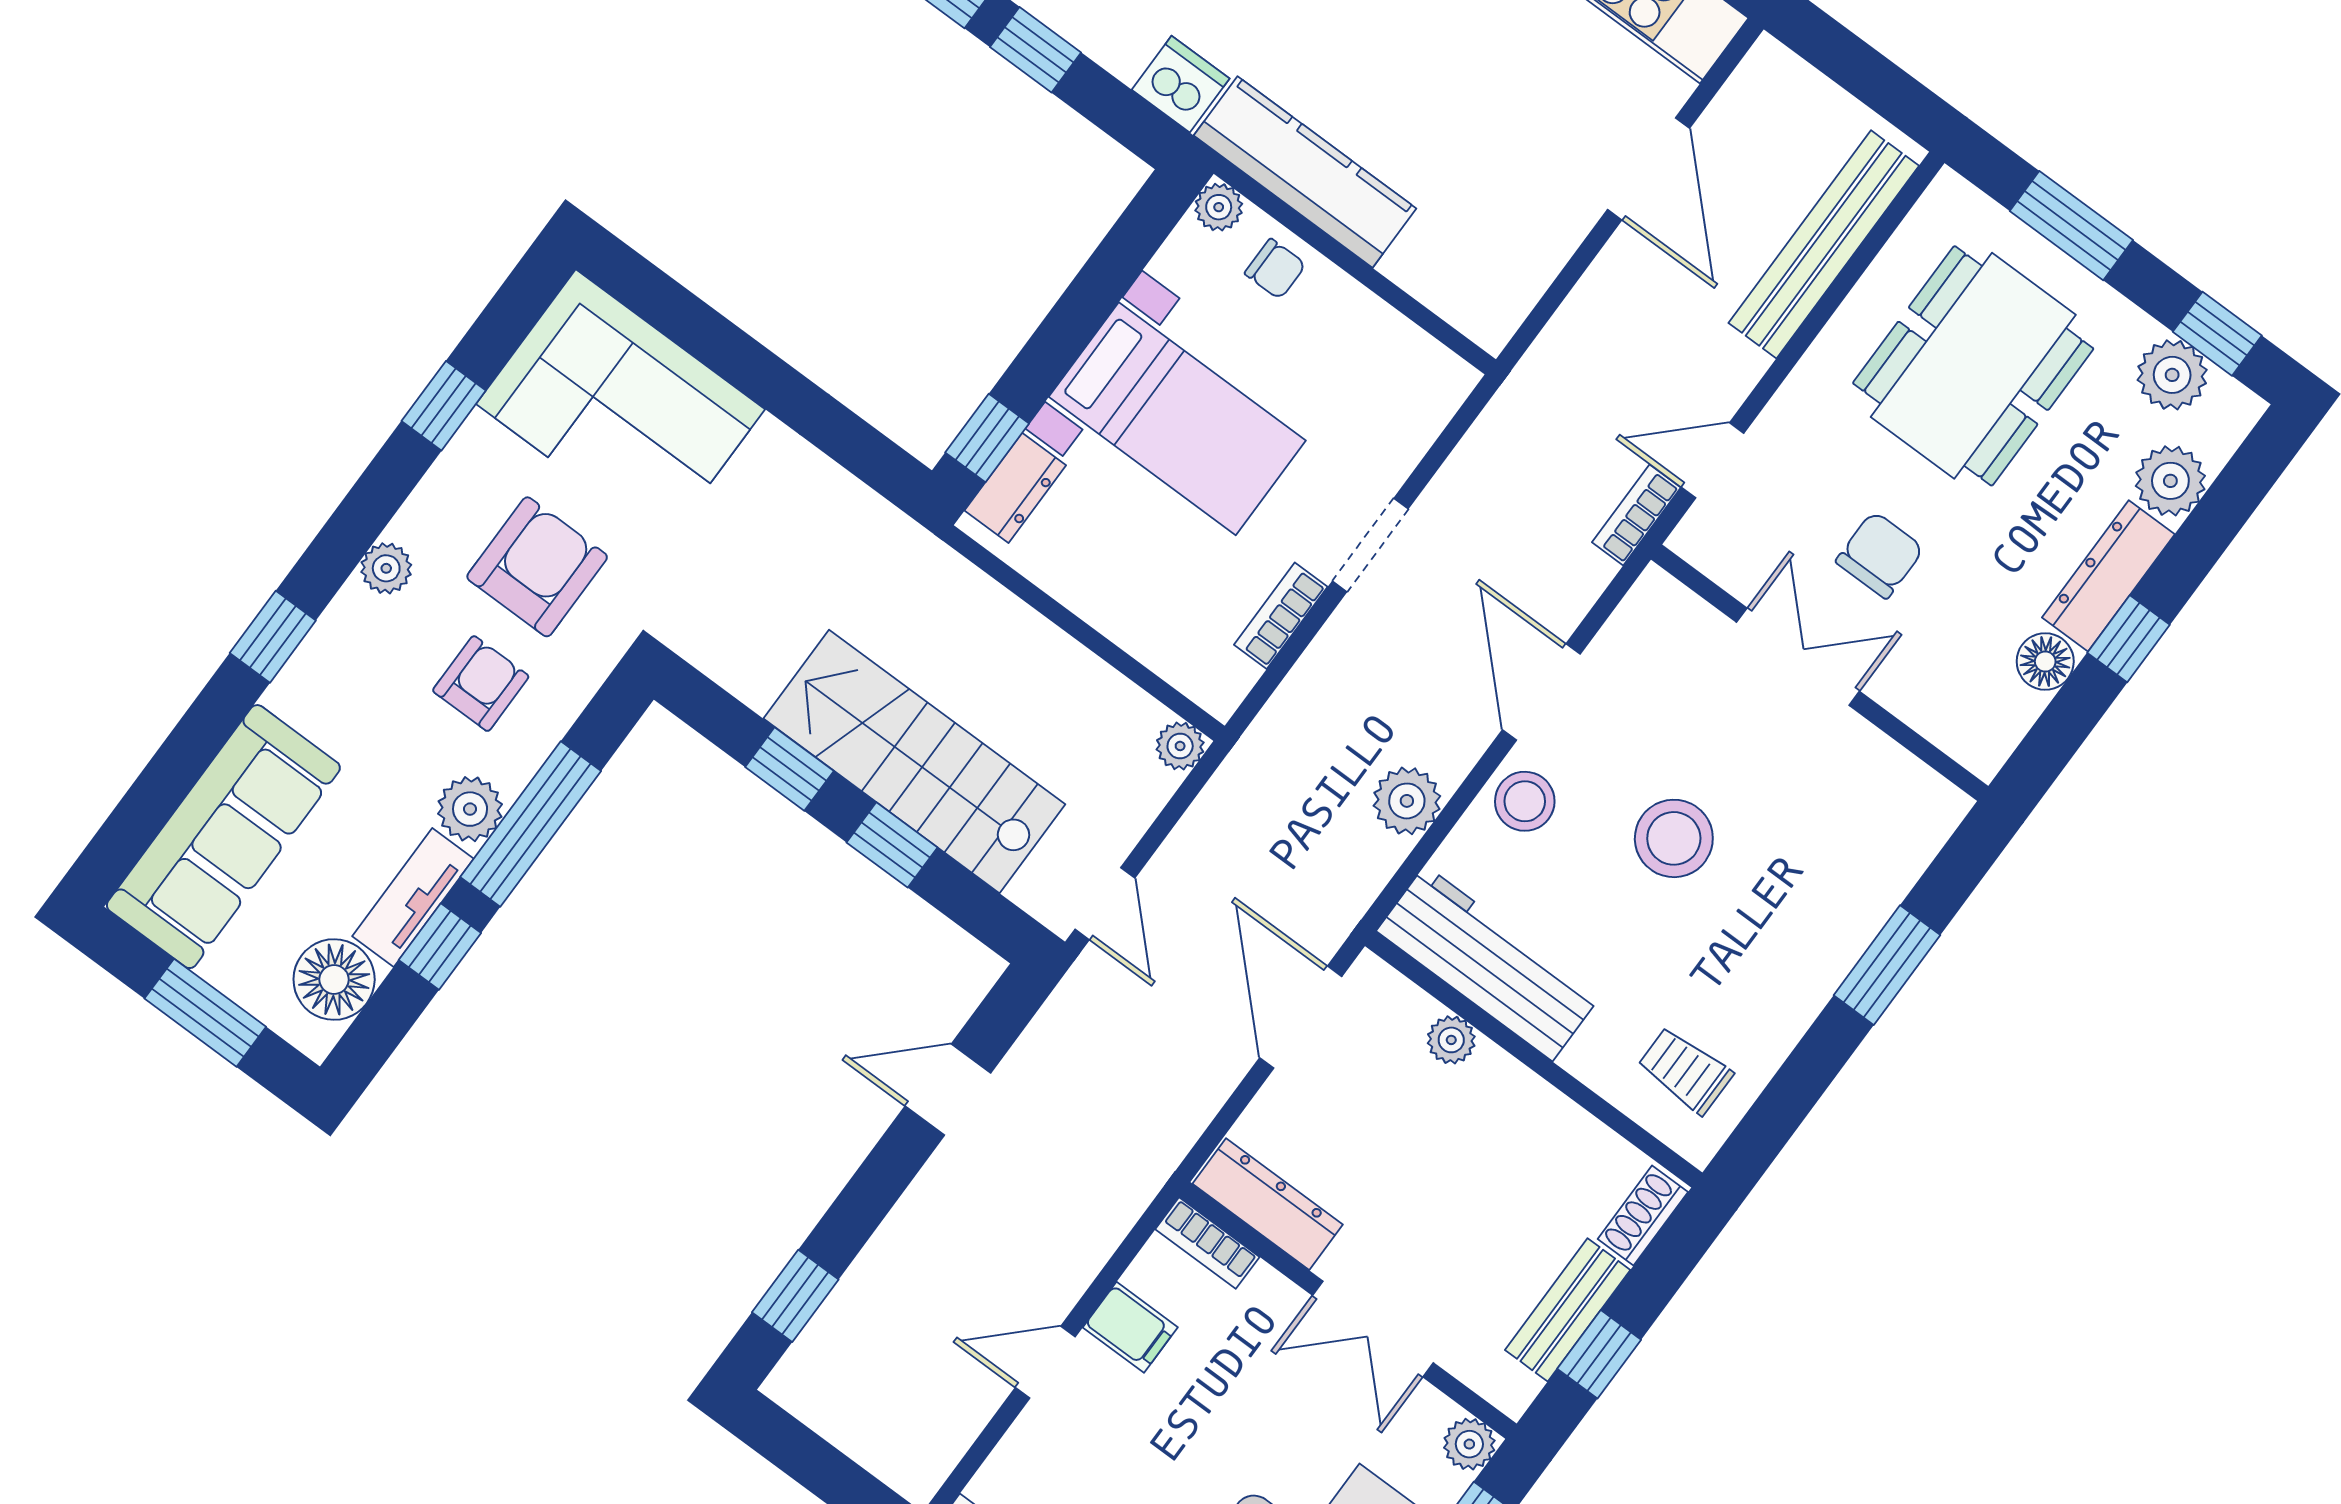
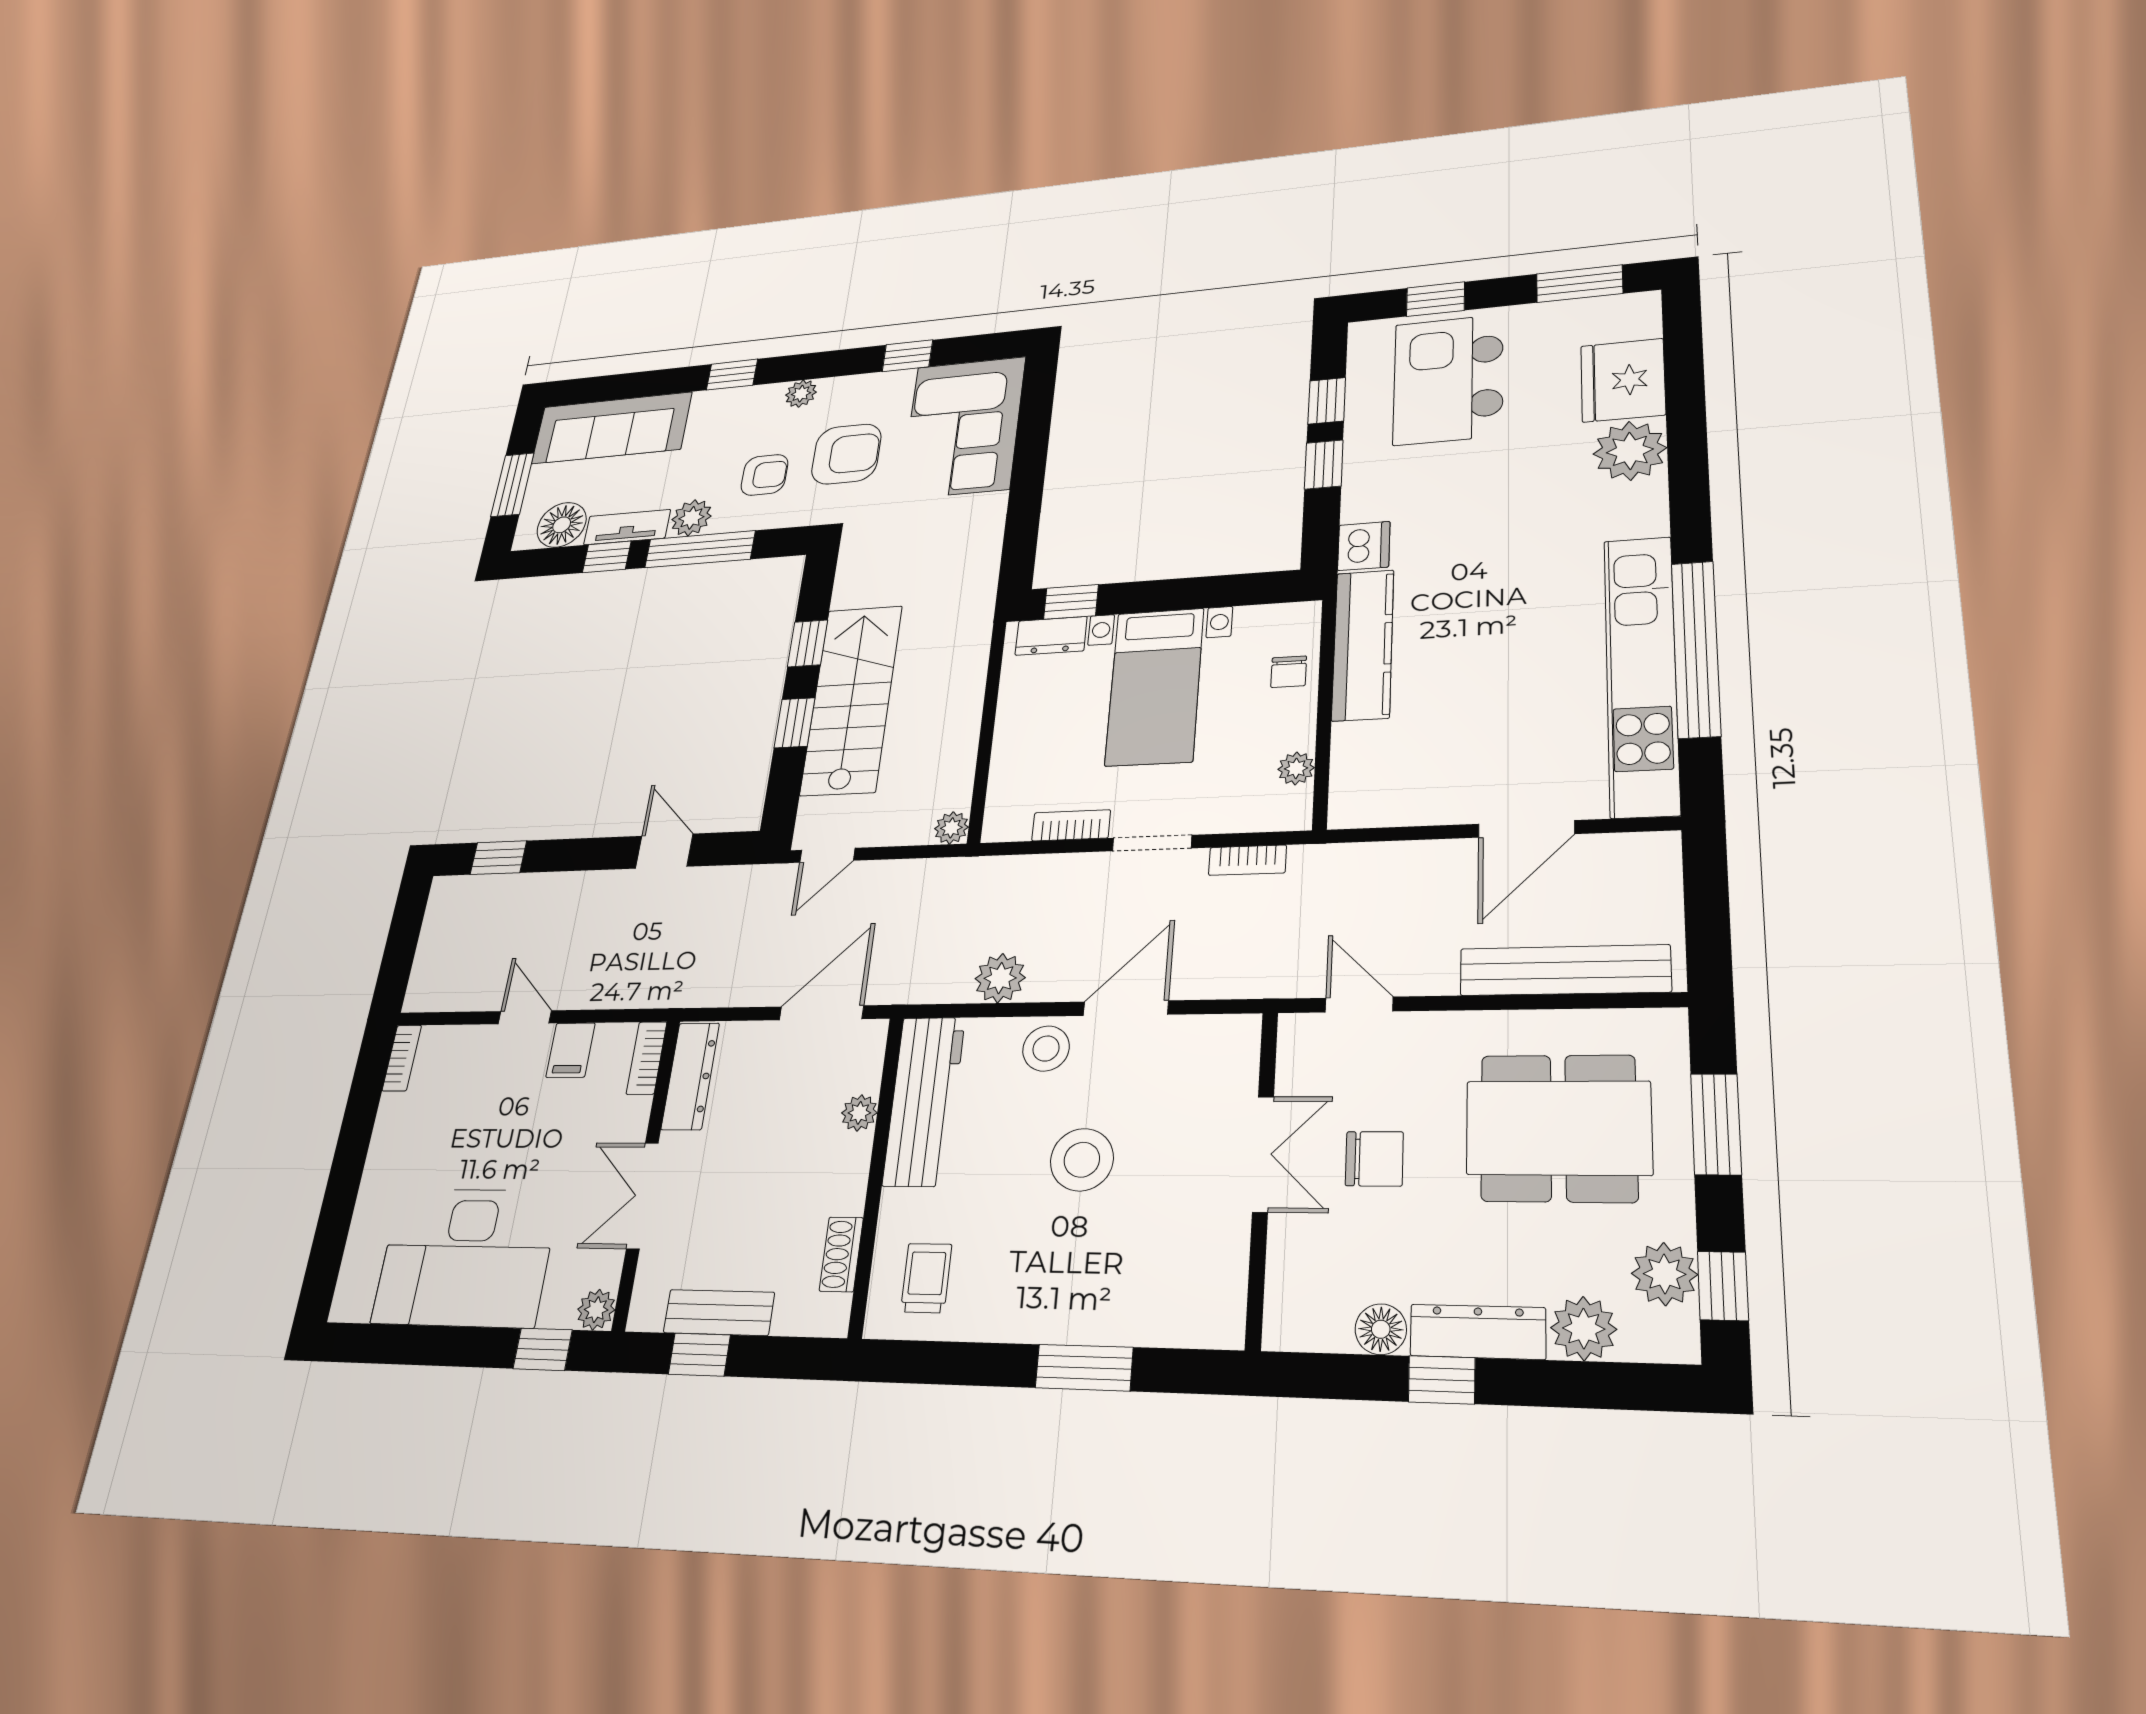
plant: (1219, 207) -> (1296, 768), moved
bookcase: (1636, 515) -> (1247, 860), moved, turned 180
shoe rack: (1643, 1216) -> (841, 1254), moved, turned -90

